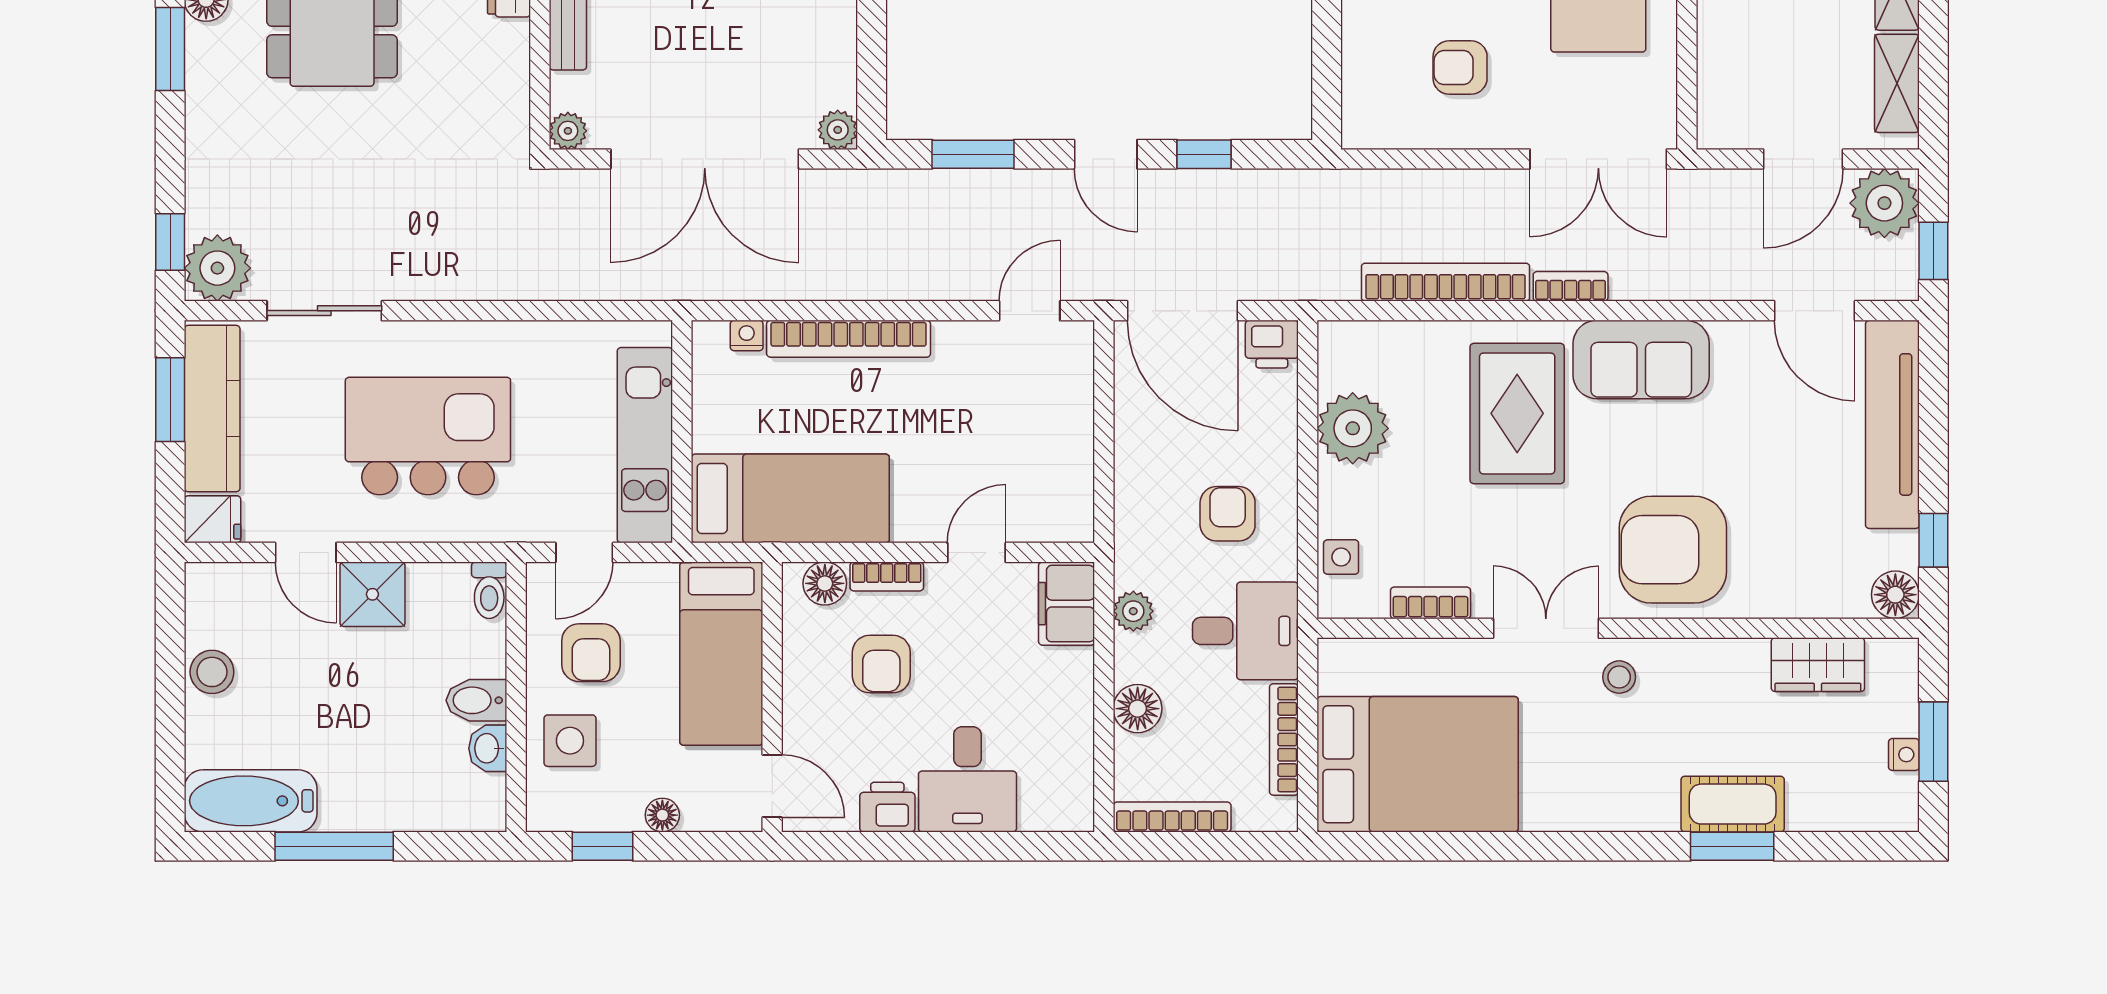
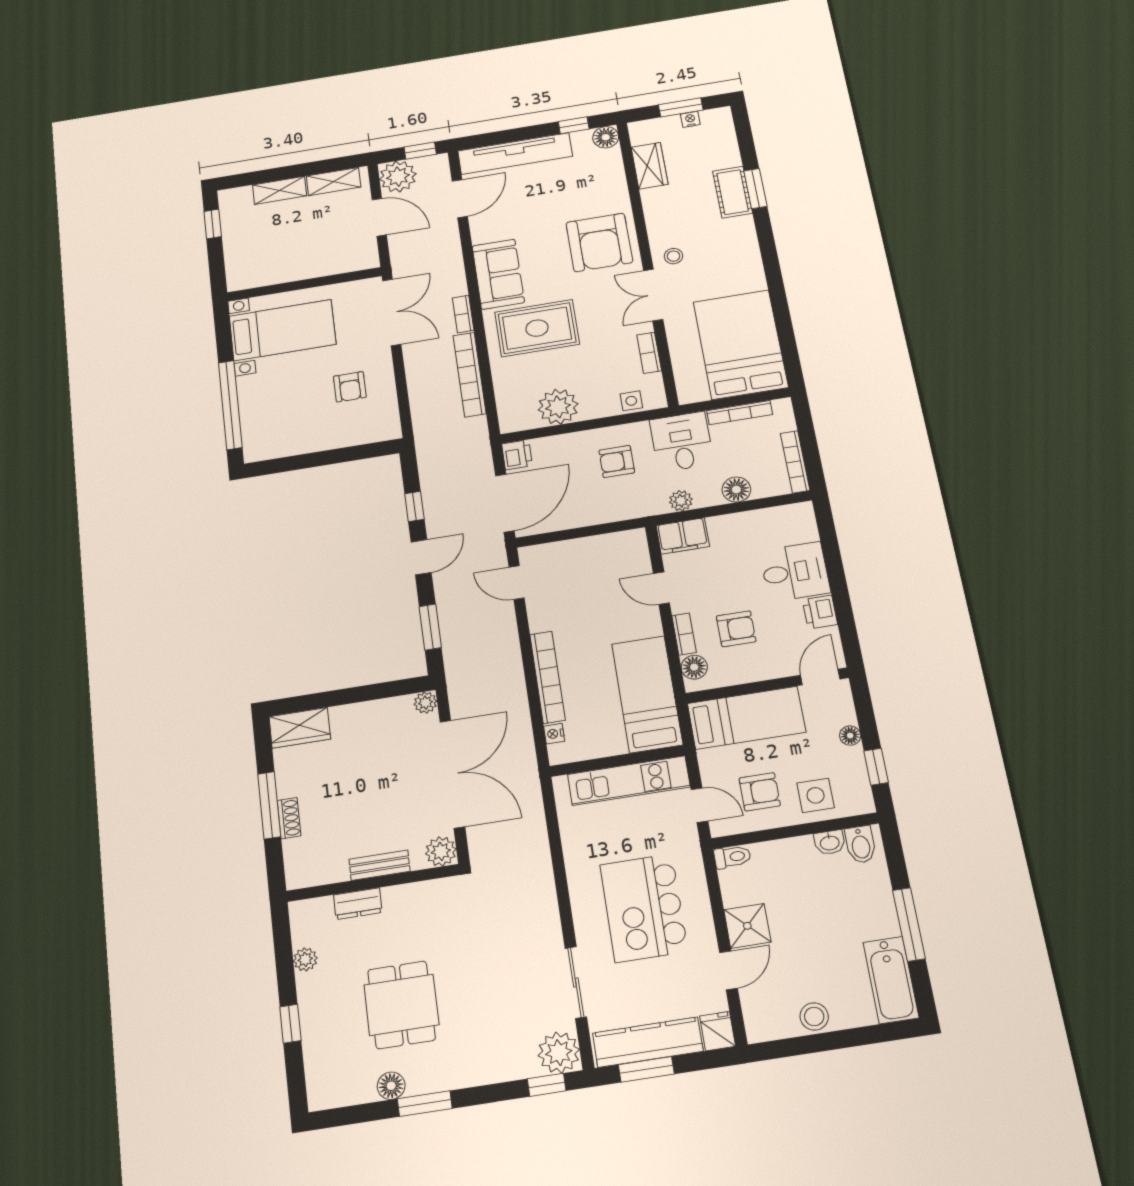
plant: (568, 131) -> (441, 851), width x1.38, depth x1.38
bidet: (476, 700) -> (861, 845), moved

